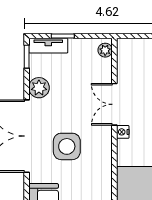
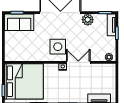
side table: (67, 146) -> (58, 47), moved

